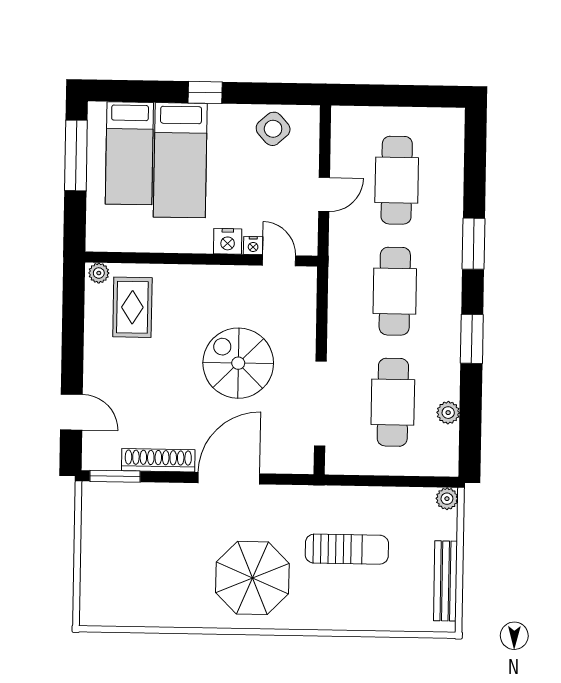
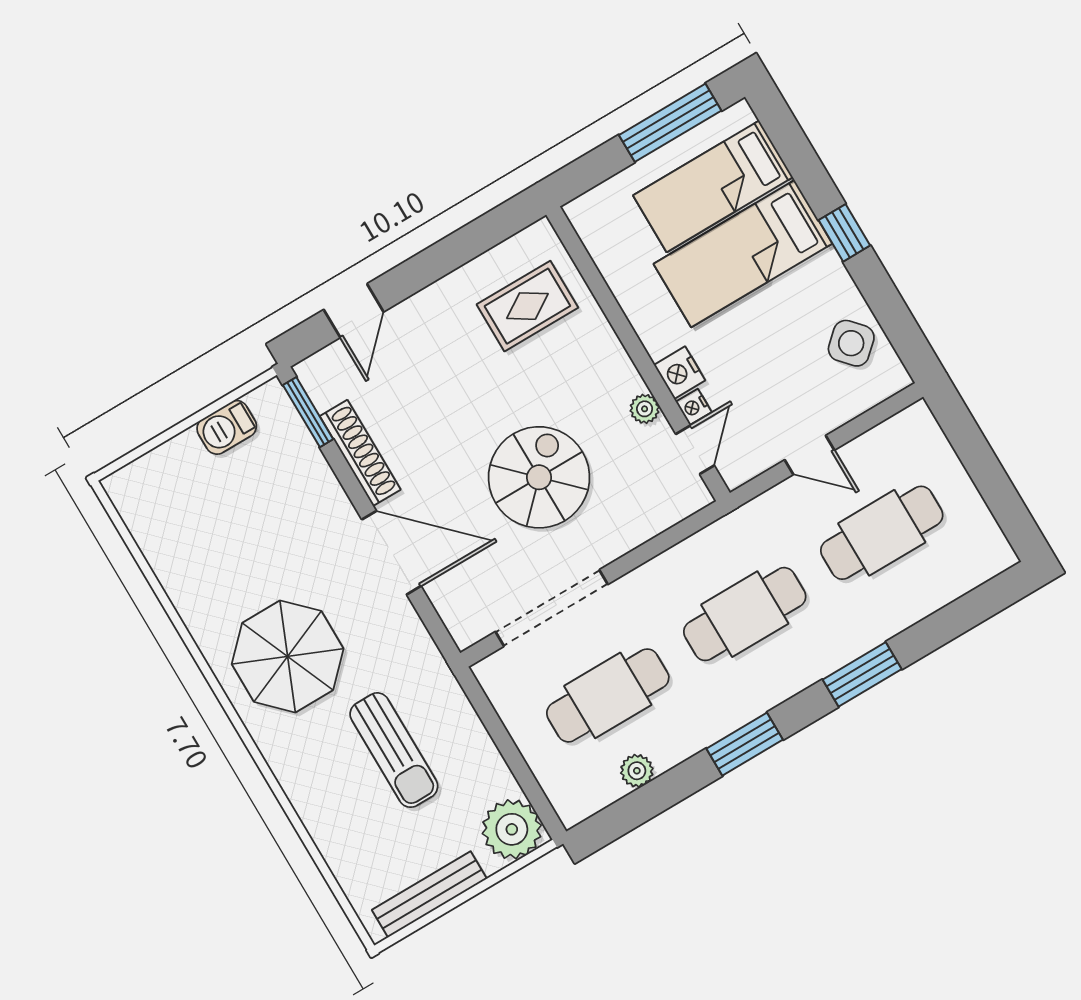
plant: (99, 273) -> (645, 409), moved
plant: (447, 499) -> (512, 829), width x1.87, depth x1.87
barbecue: (94, 530) -> (227, 427), added

